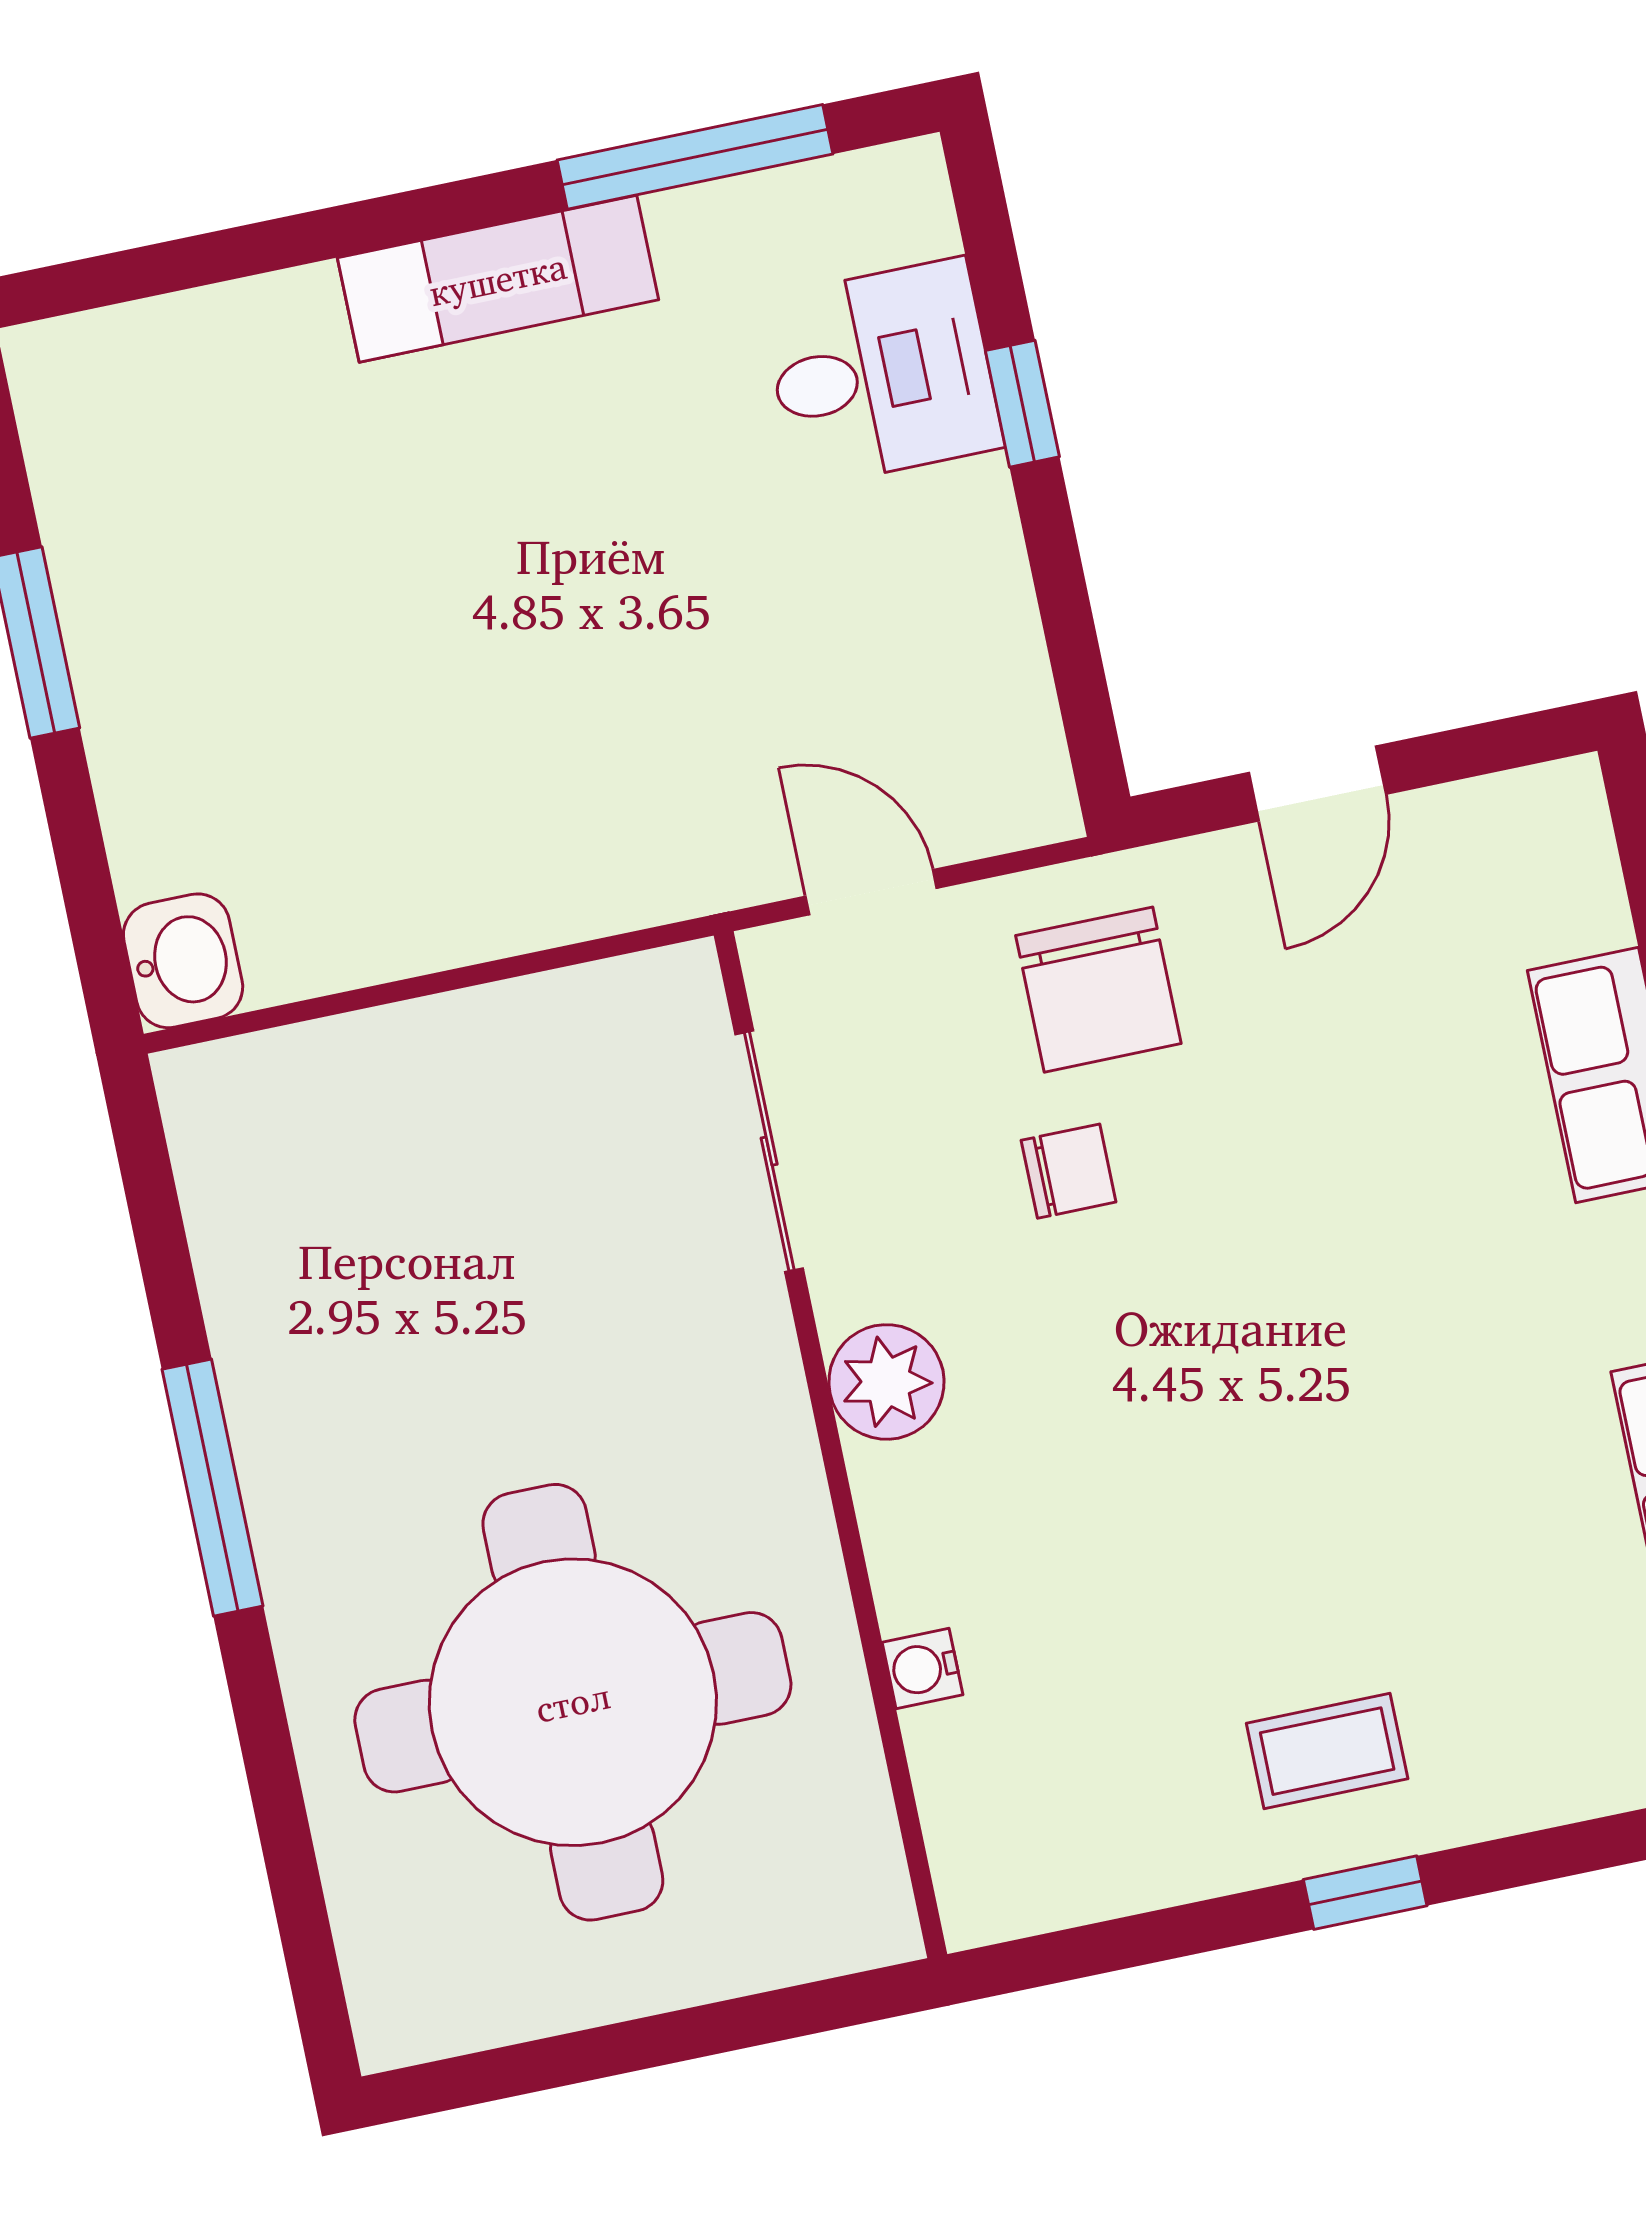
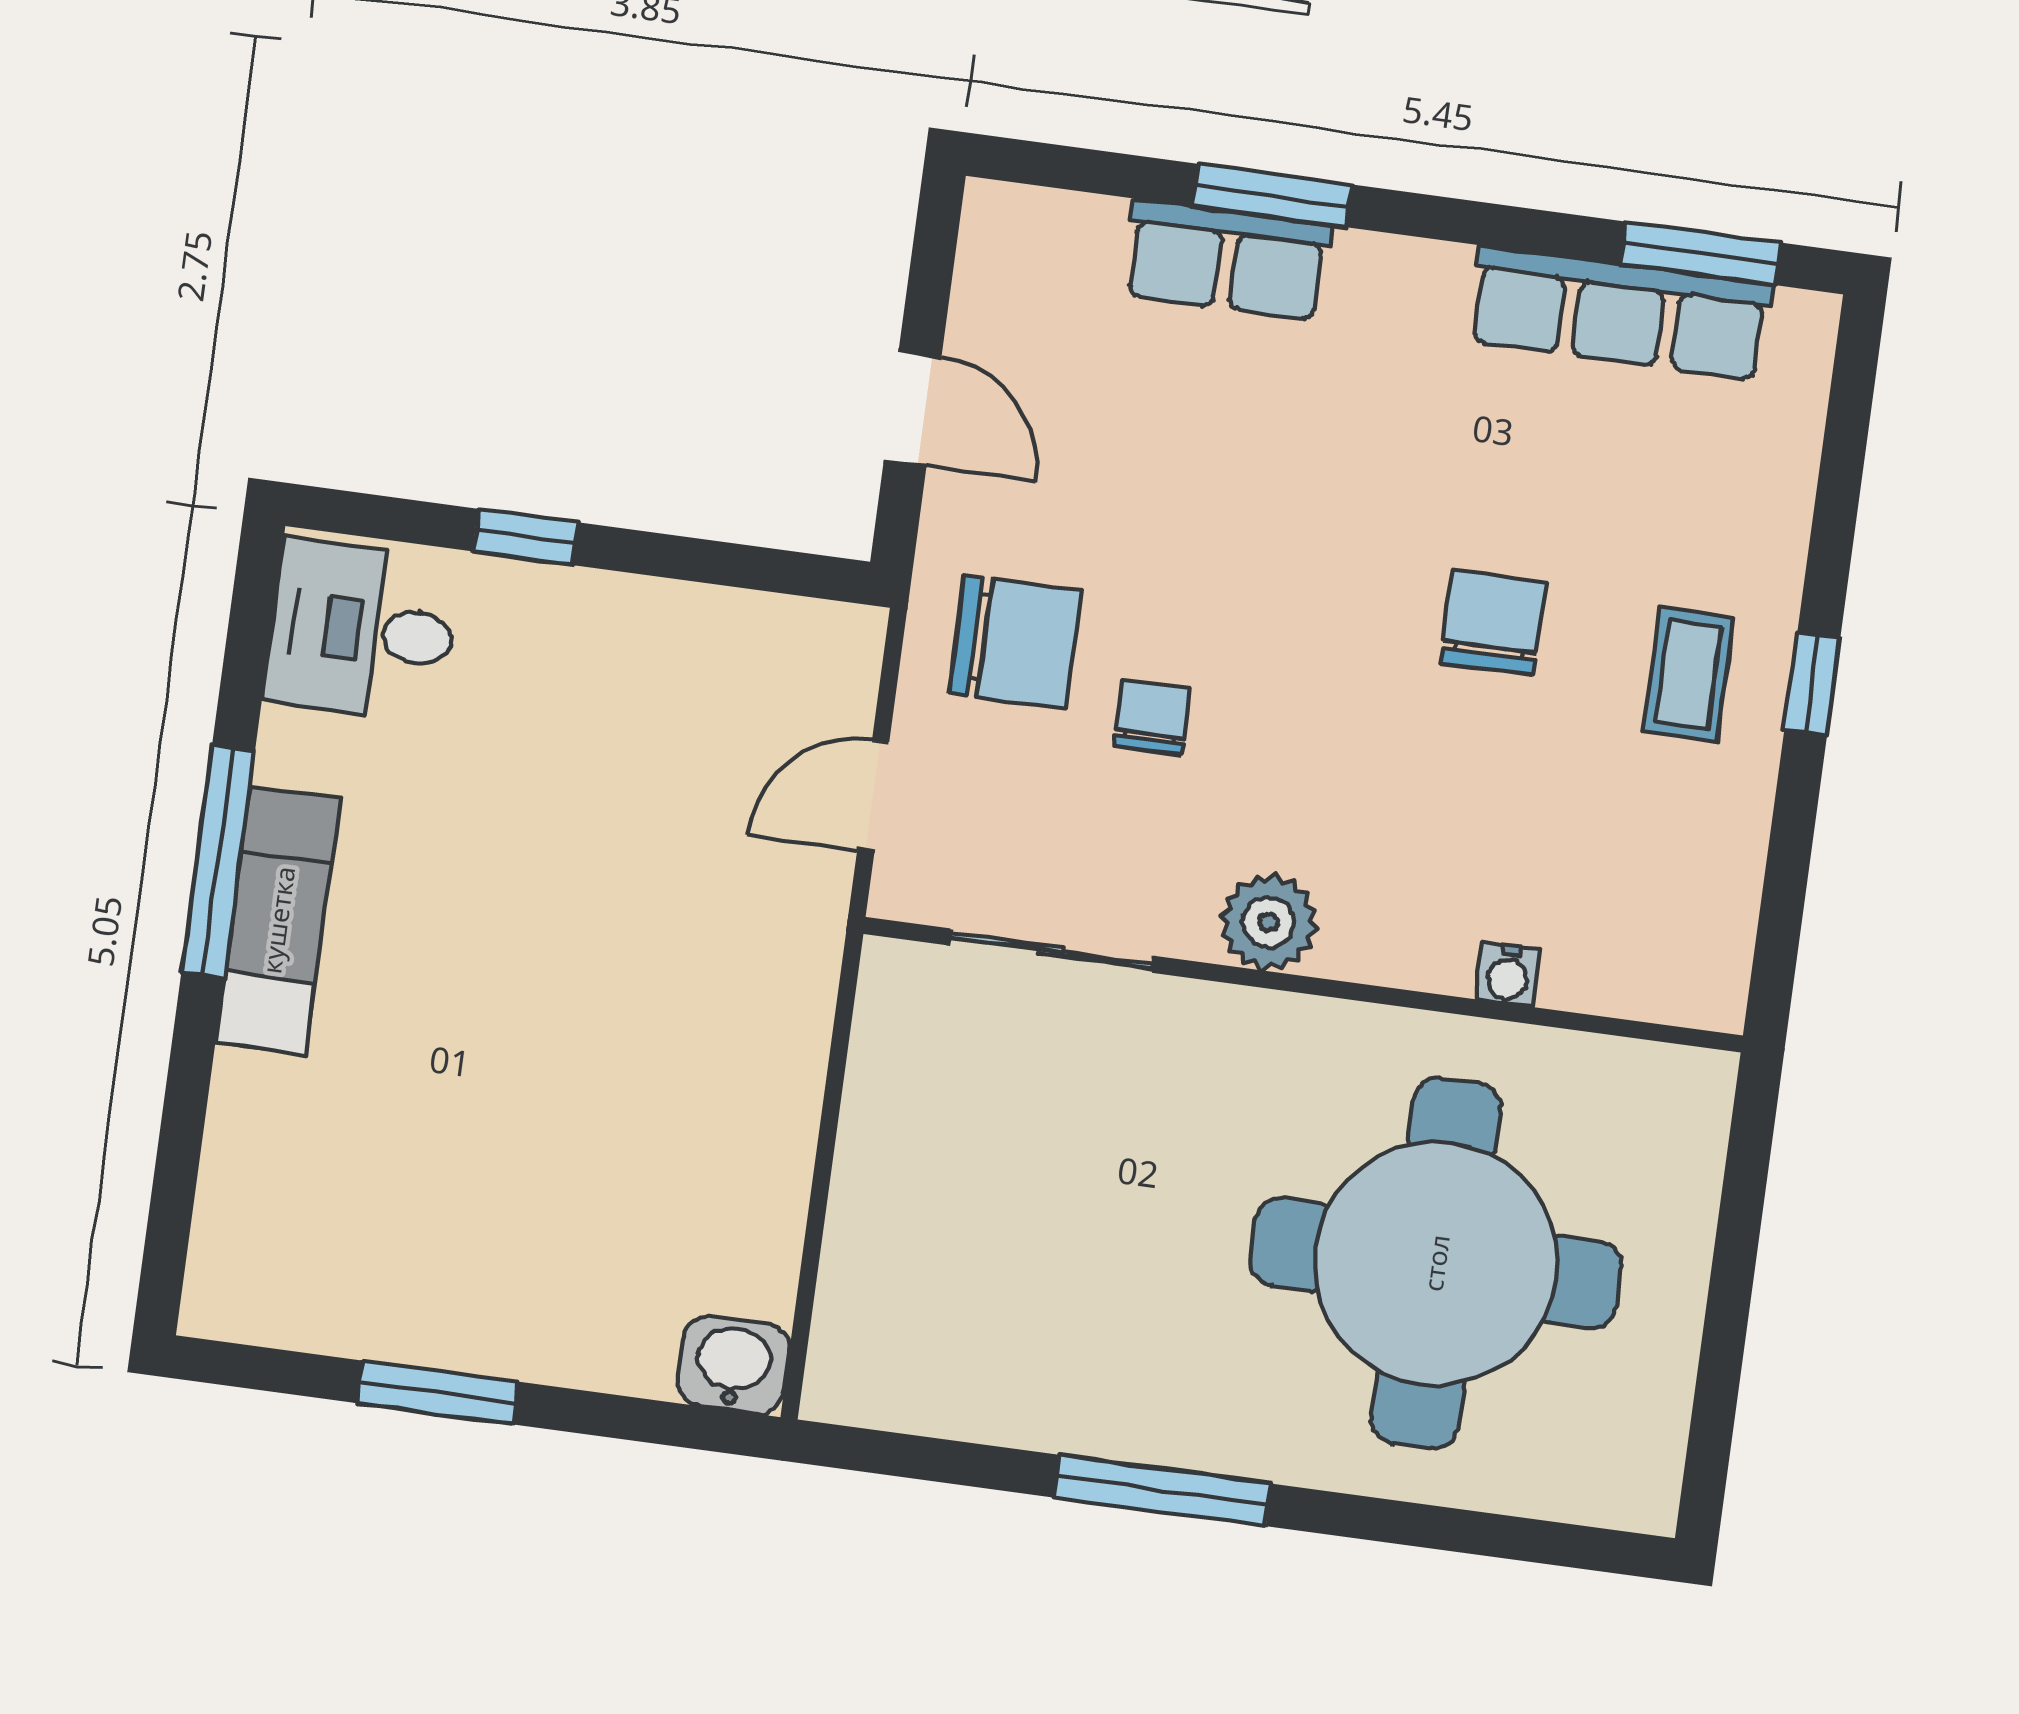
window: (695, 157) -> (218, 862), moved
desk: (882, 373) -> (362, 630), moved, turned -90
chair: (1308, 1513) -> (1493, 622), added

